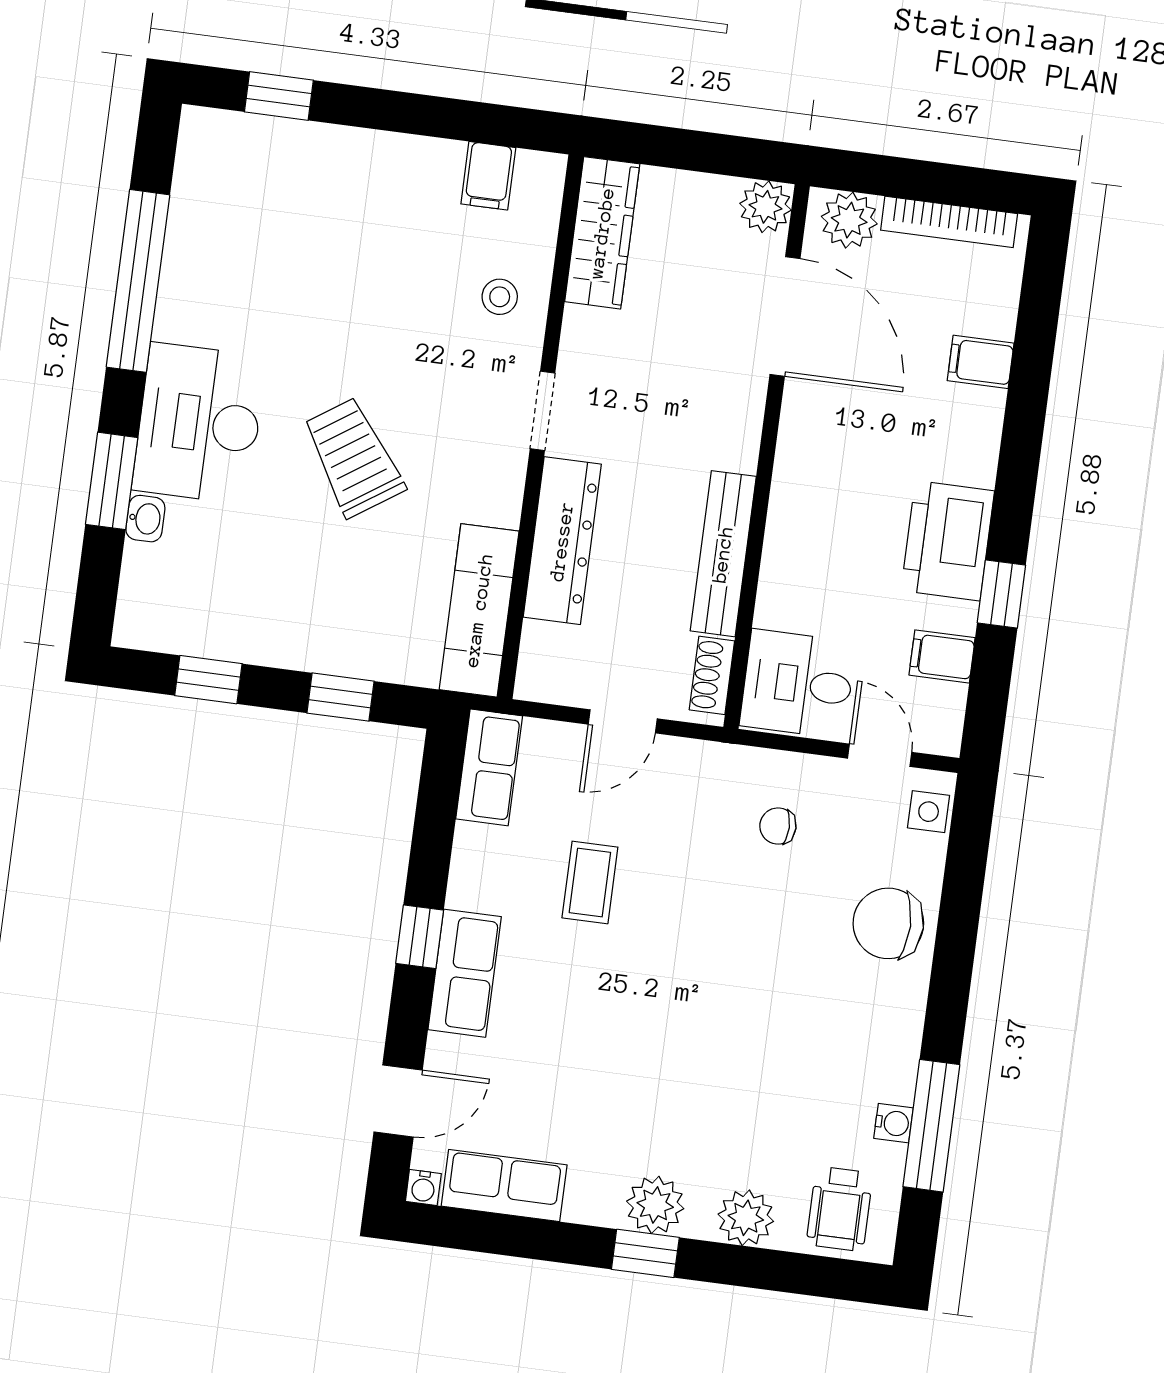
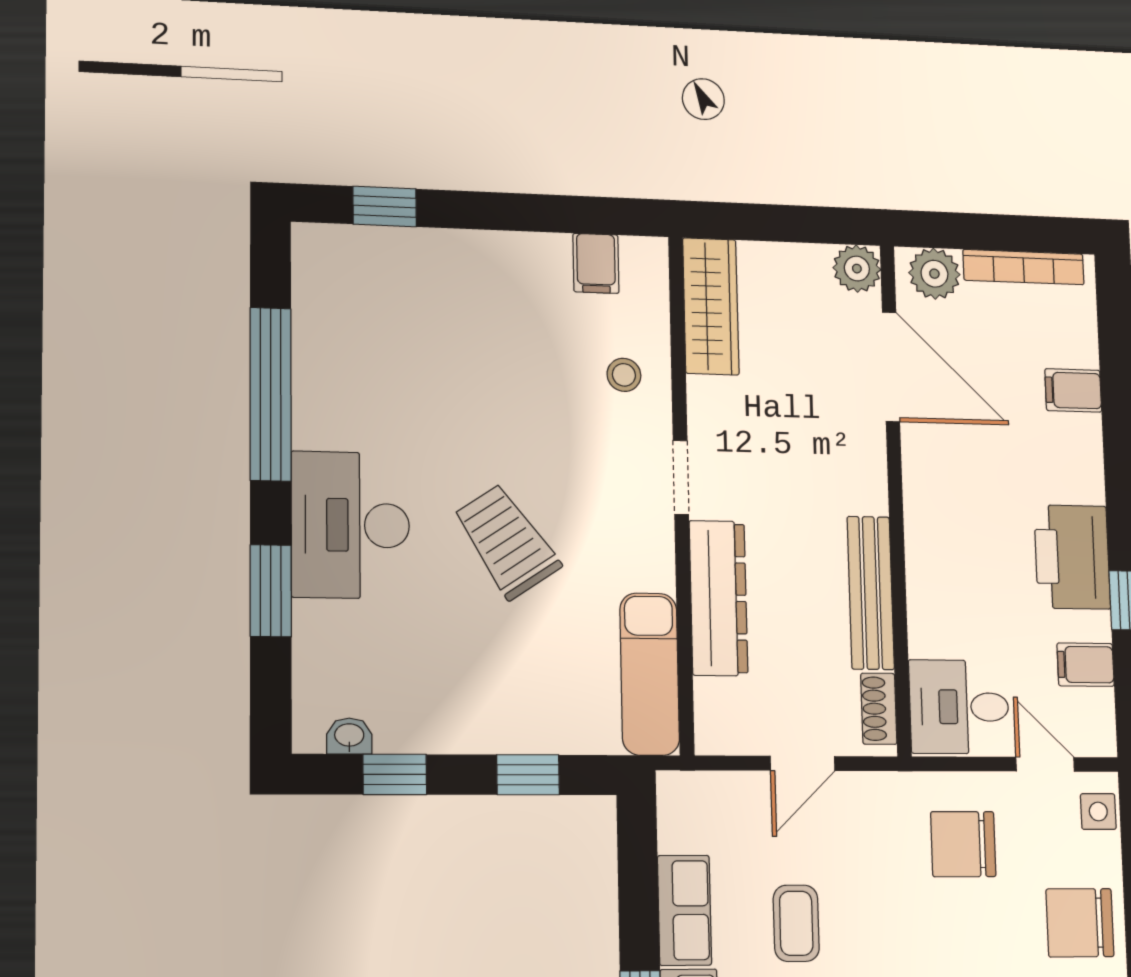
washbasin: (145, 519) -> (349, 736), moved, turned -90
row of seats: (489, 767) -> (684, 910), moved
chair: (778, 826) -> (963, 844), width x1.87, depth x1.87

